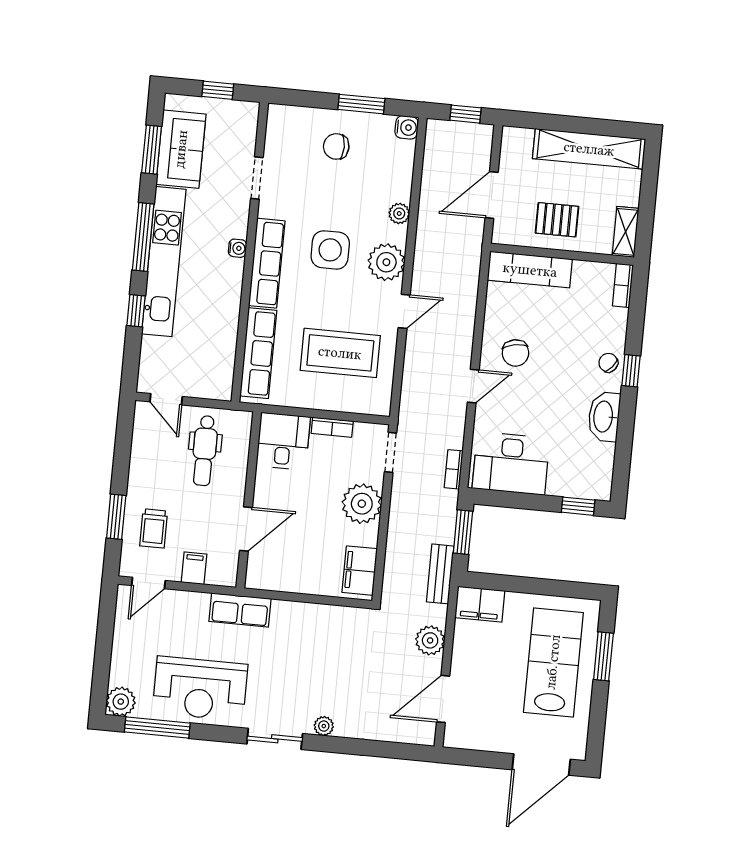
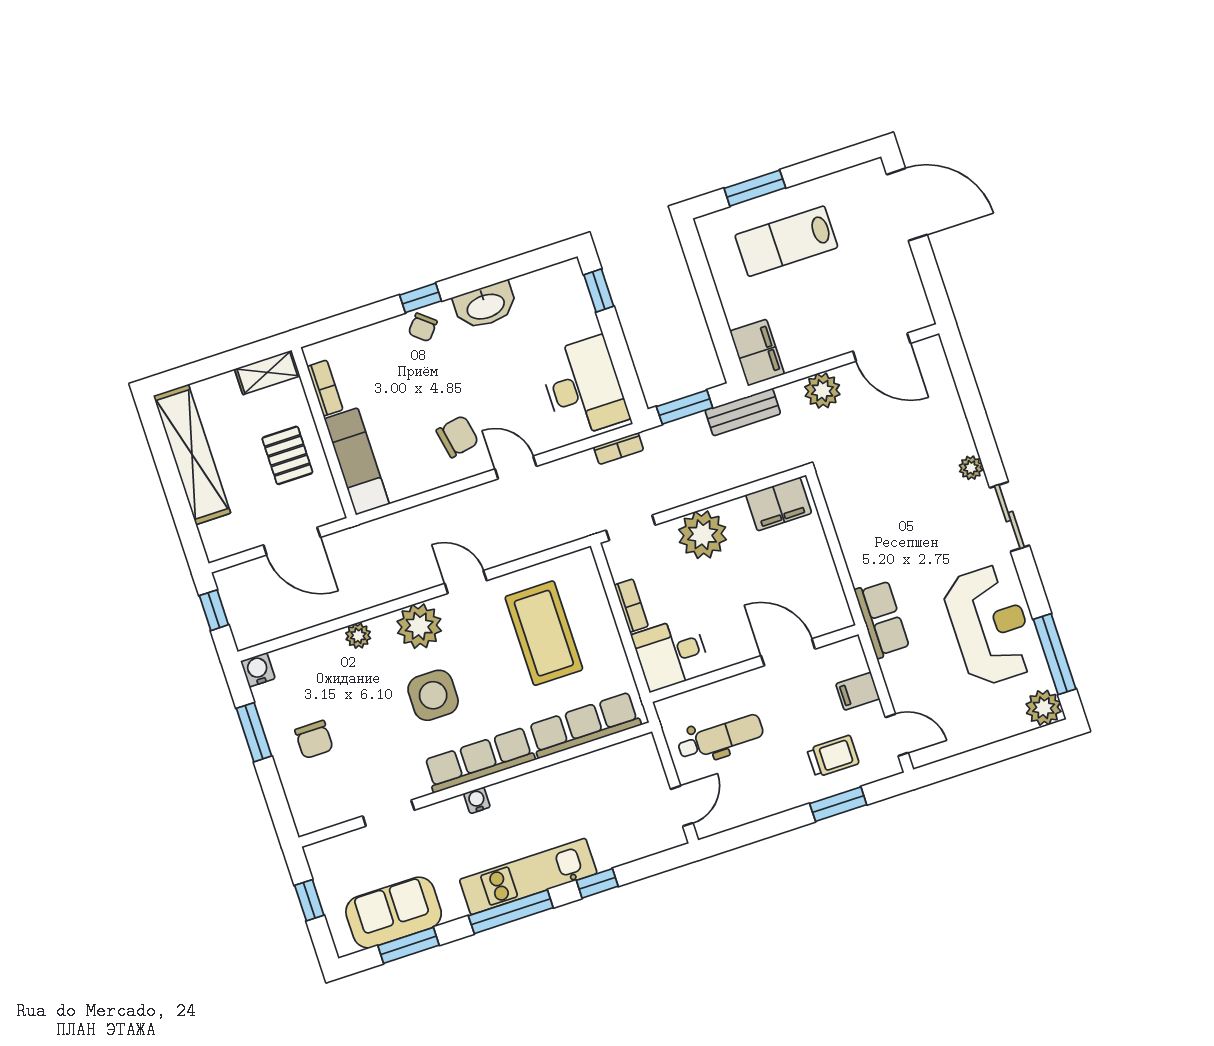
kitchen unit: (164, 262) -> (528, 876), width x0.73
bookcase: (623, 285) -> (325, 388), moved, turned -90
lab bench: (553, 662) -> (786, 241), width x0.73, depth x0.72

